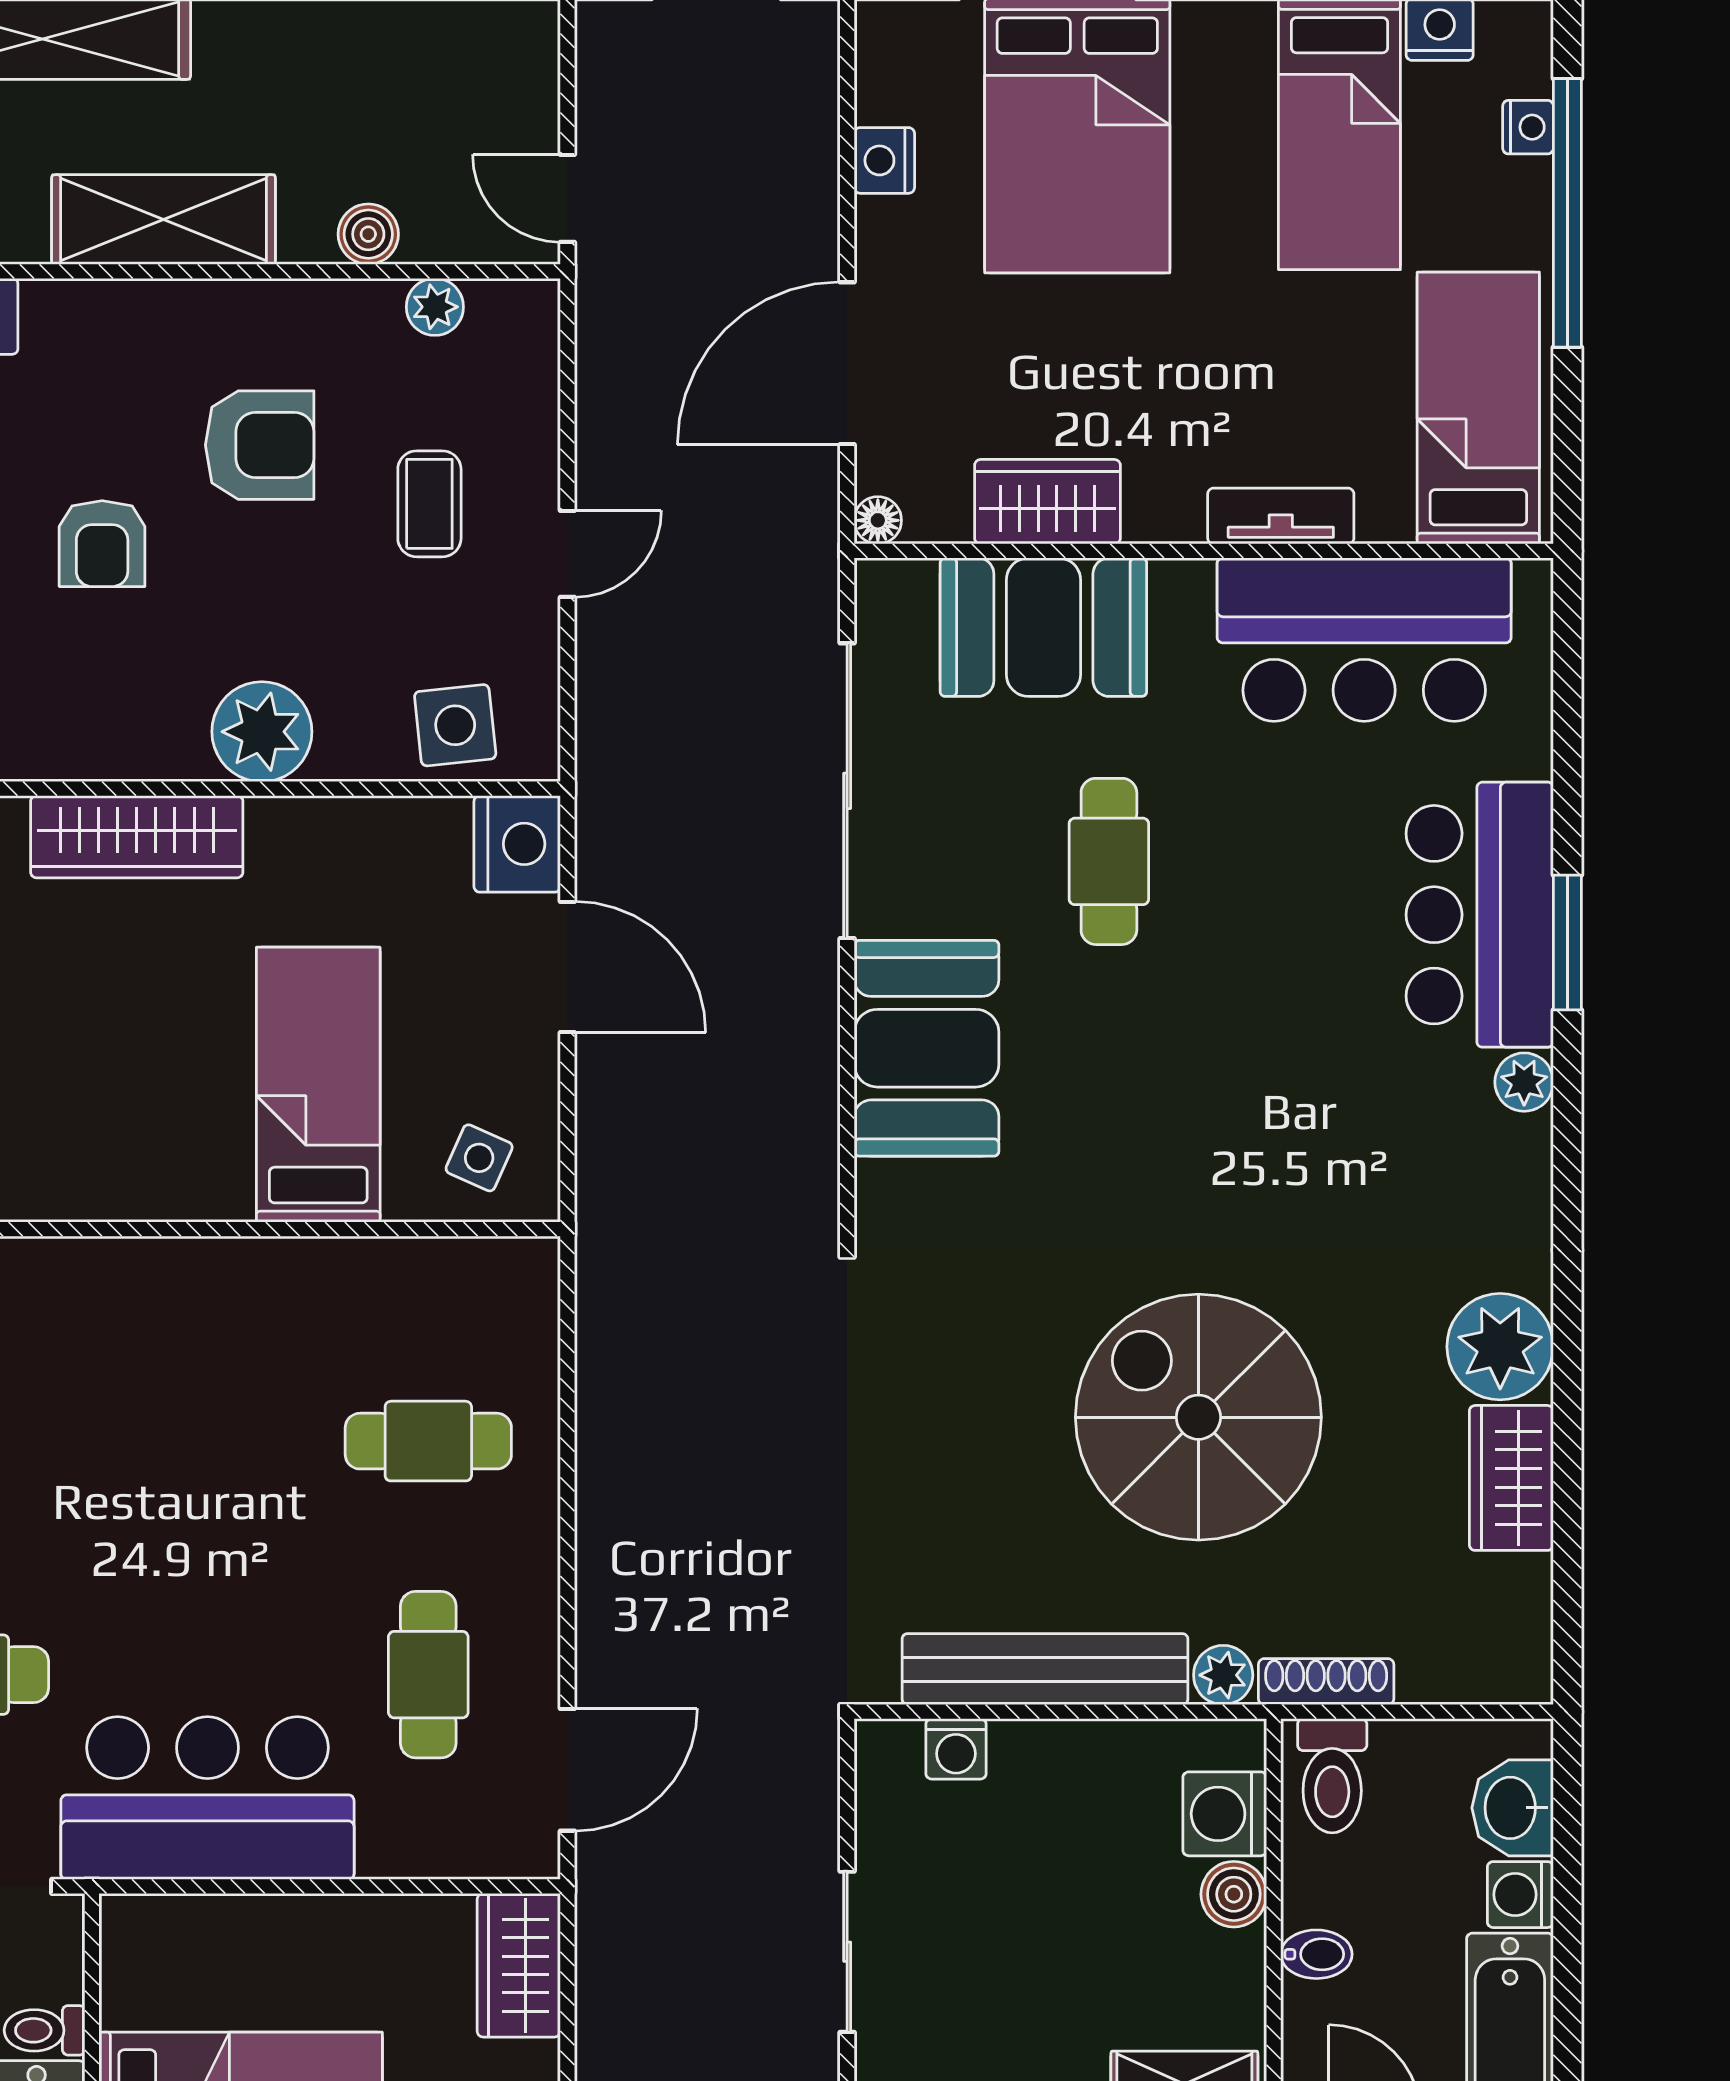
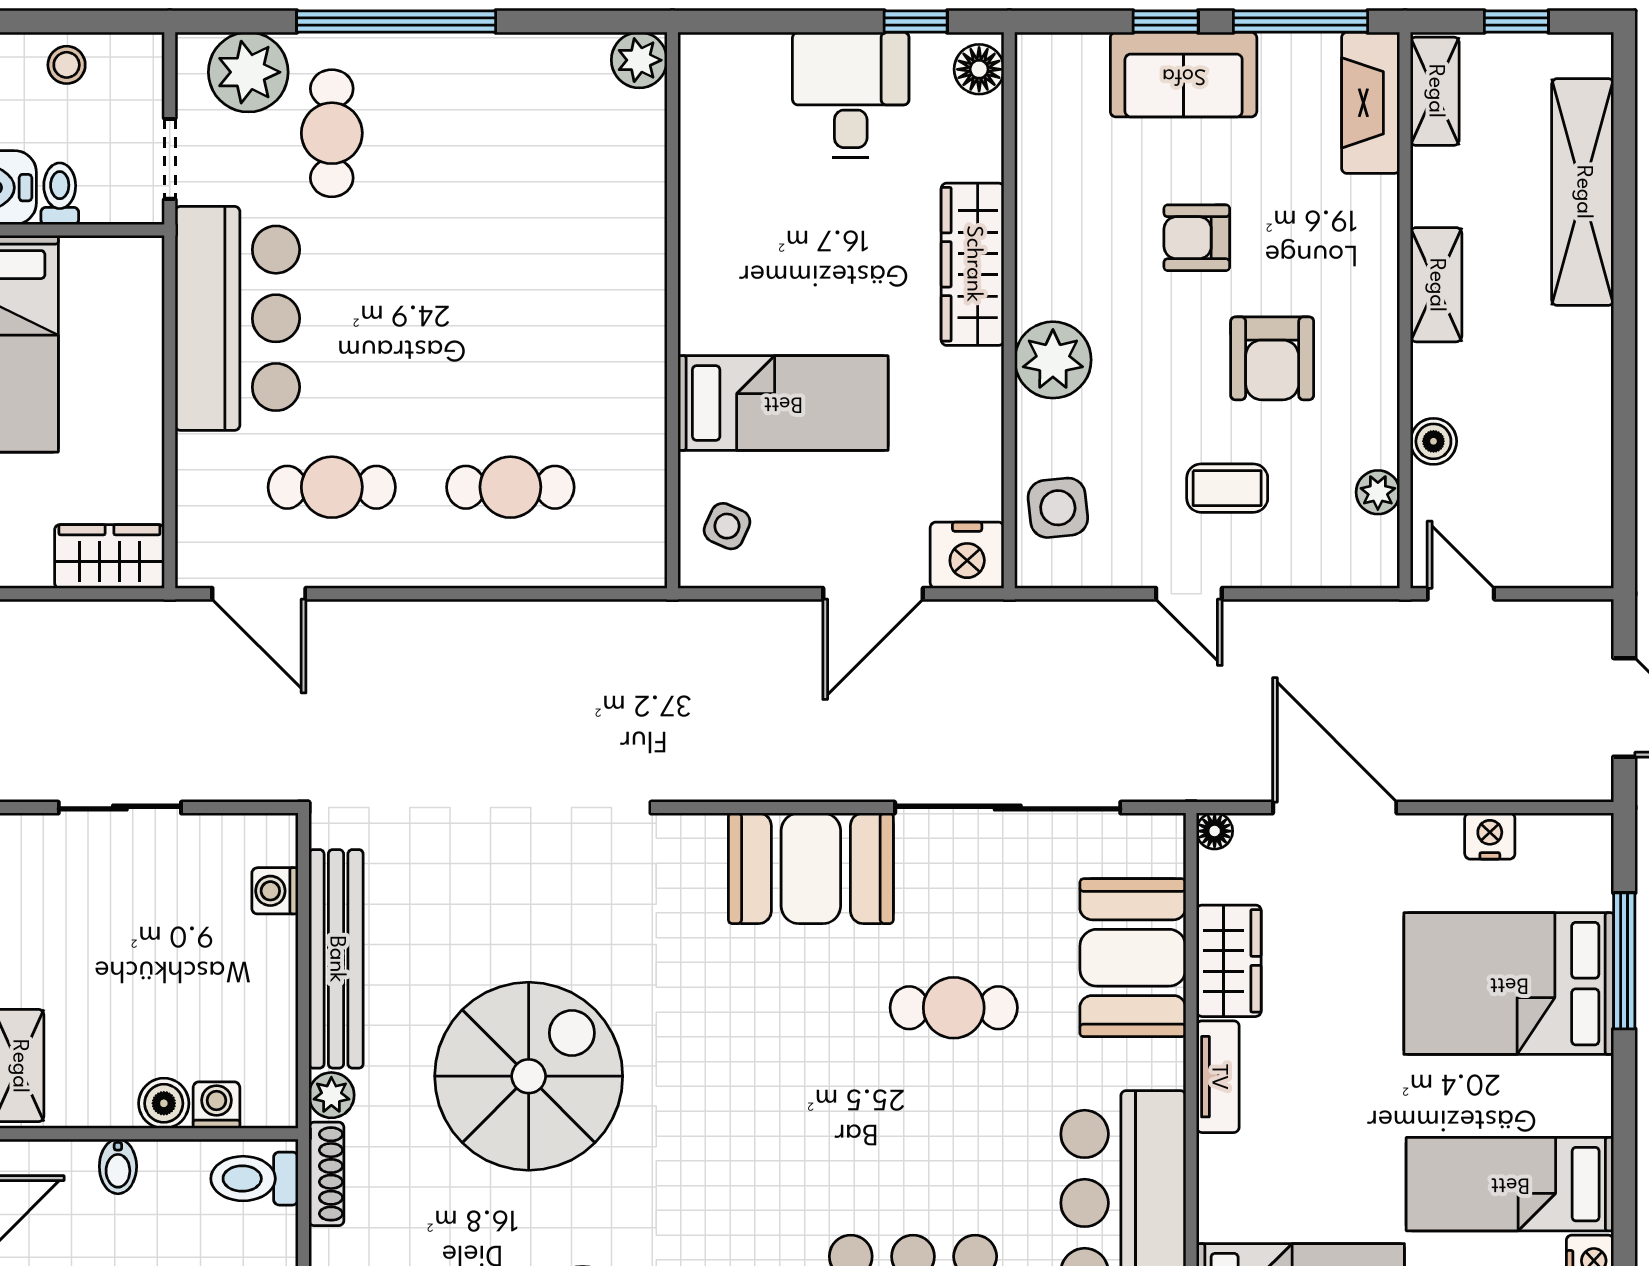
door: (567, 198) -> (1461, 594), hinge flipped
shelving: (164, 220) -> (1436, 285), width x0.67, depth x0.75
tv unit: (1281, 516) -> (1218, 1077), moved
cafe table: (428, 1441) -> (510, 487), turned 90
washing machine: (1225, 1814) -> (216, 1105), width x0.73, depth x0.73

